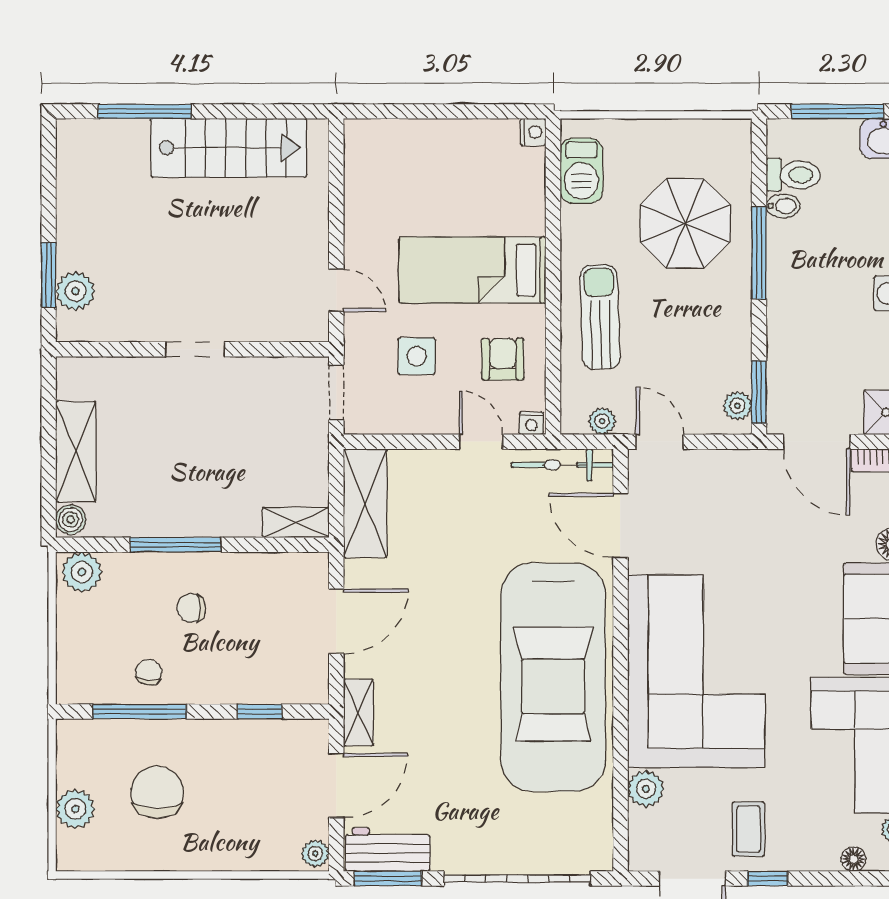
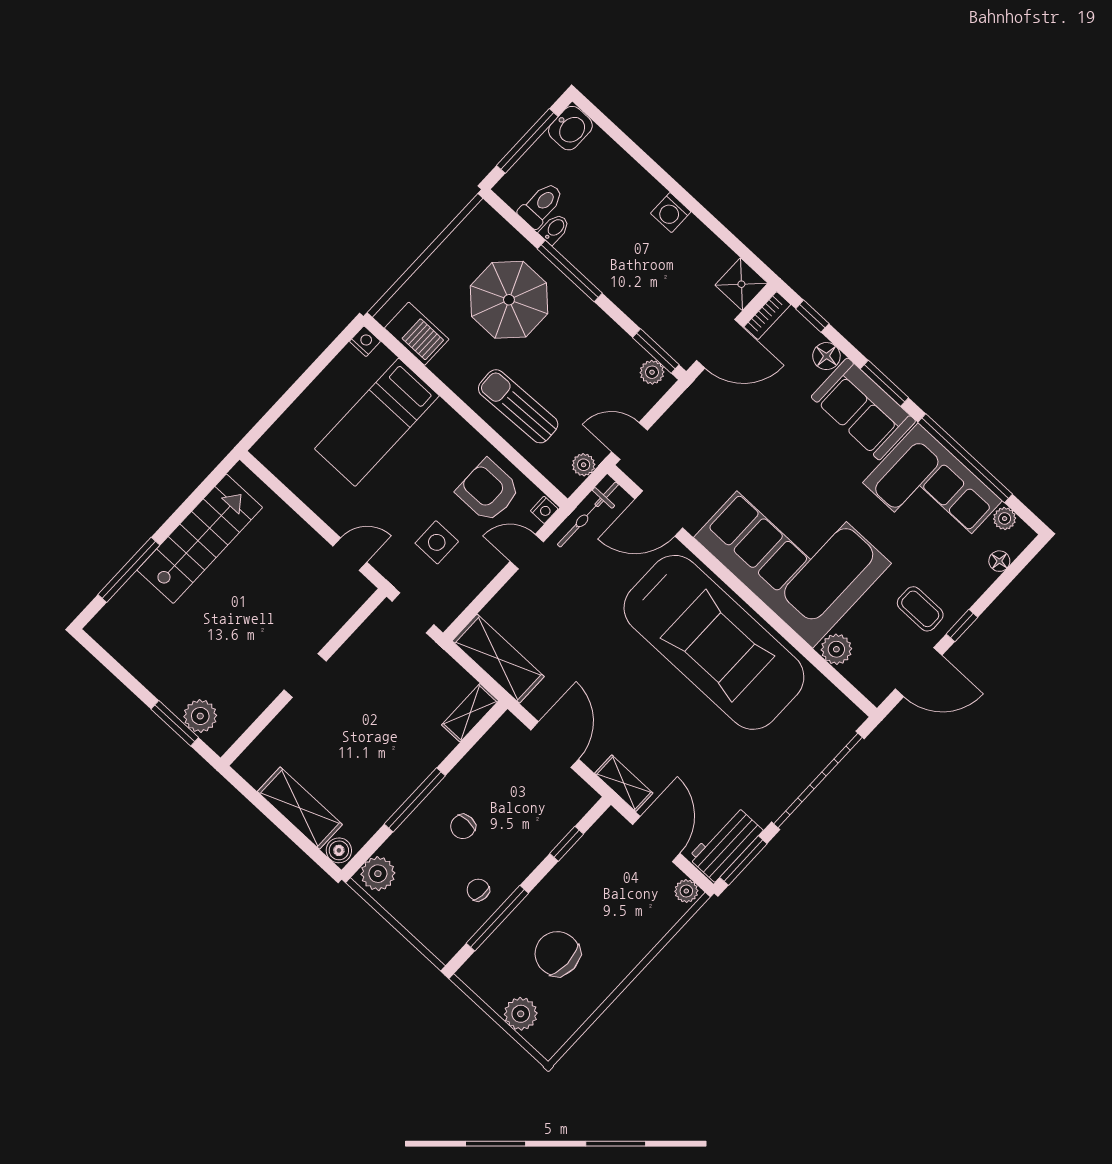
bed: (472, 270) -> (377, 422), moved
armchair: (503, 359) -> (488, 491), width x1.38, depth x1.38

